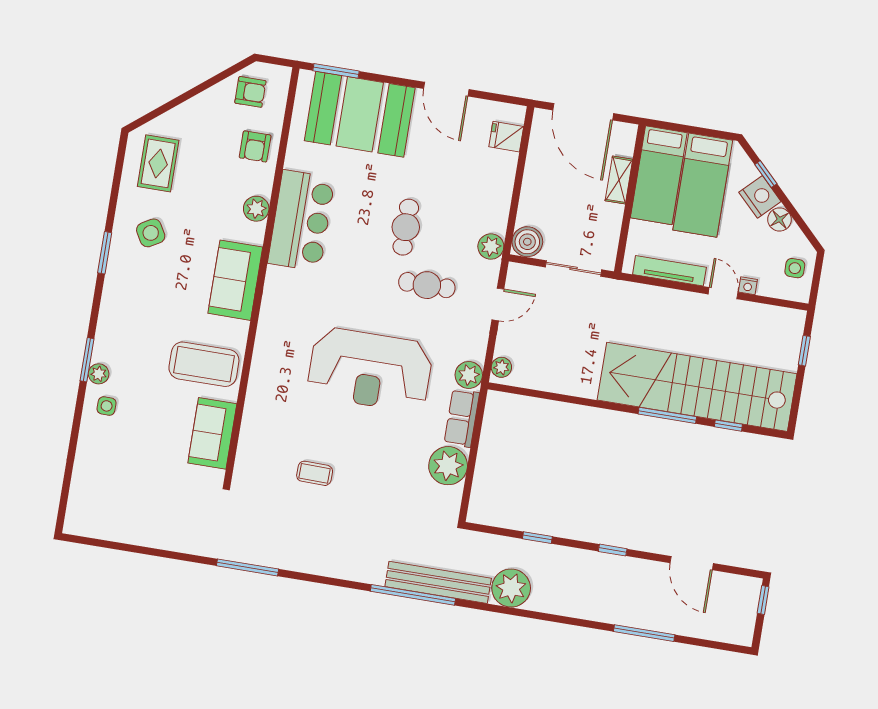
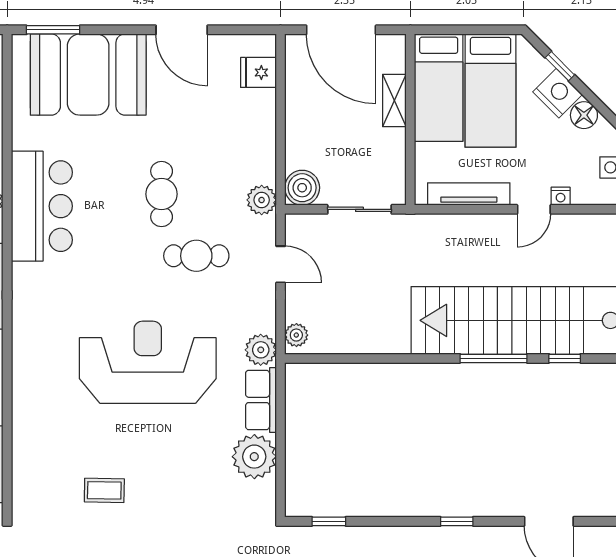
door: (723, 293) -> (534, 209), swing flipped
door: (498, 304) -> (281, 264), hinge flipped
reception desk: (370, 370) -> (148, 362), turned 180
window: (537, 538) -> (329, 521), moved

